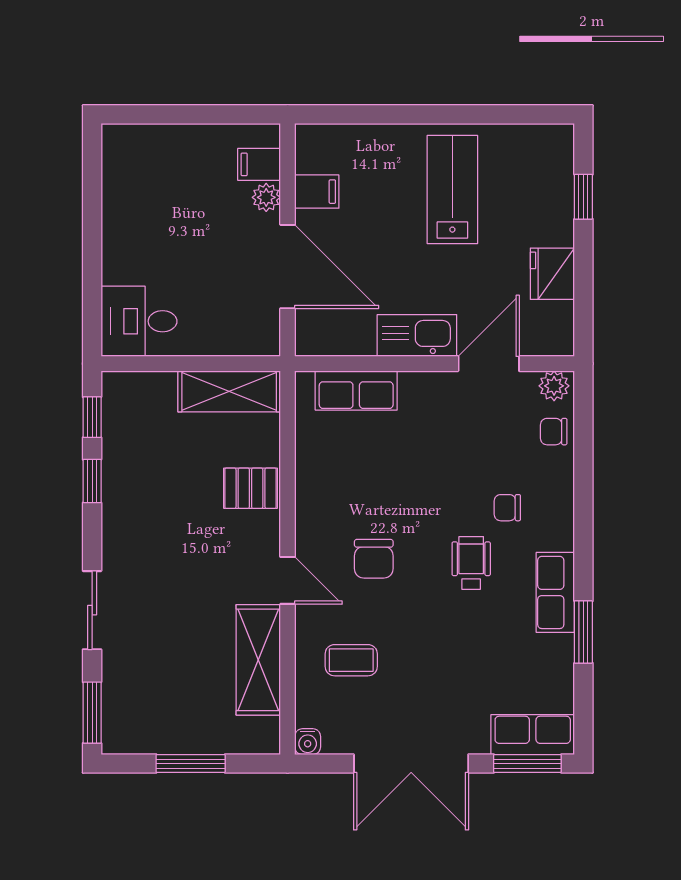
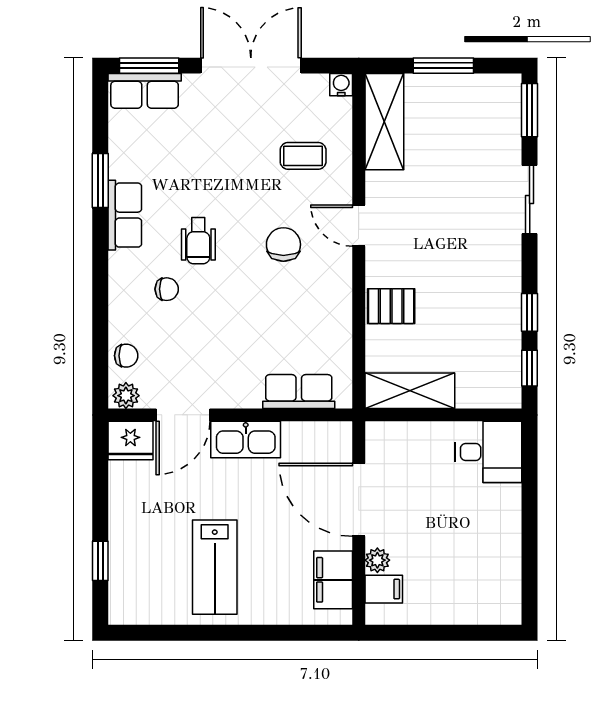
filing cabinet: (317, 192) -> (333, 580), width x2.00
fridge: (552, 274) -> (130, 441), moved, turned 90
shelving: (258, 660) -> (384, 122), moved

